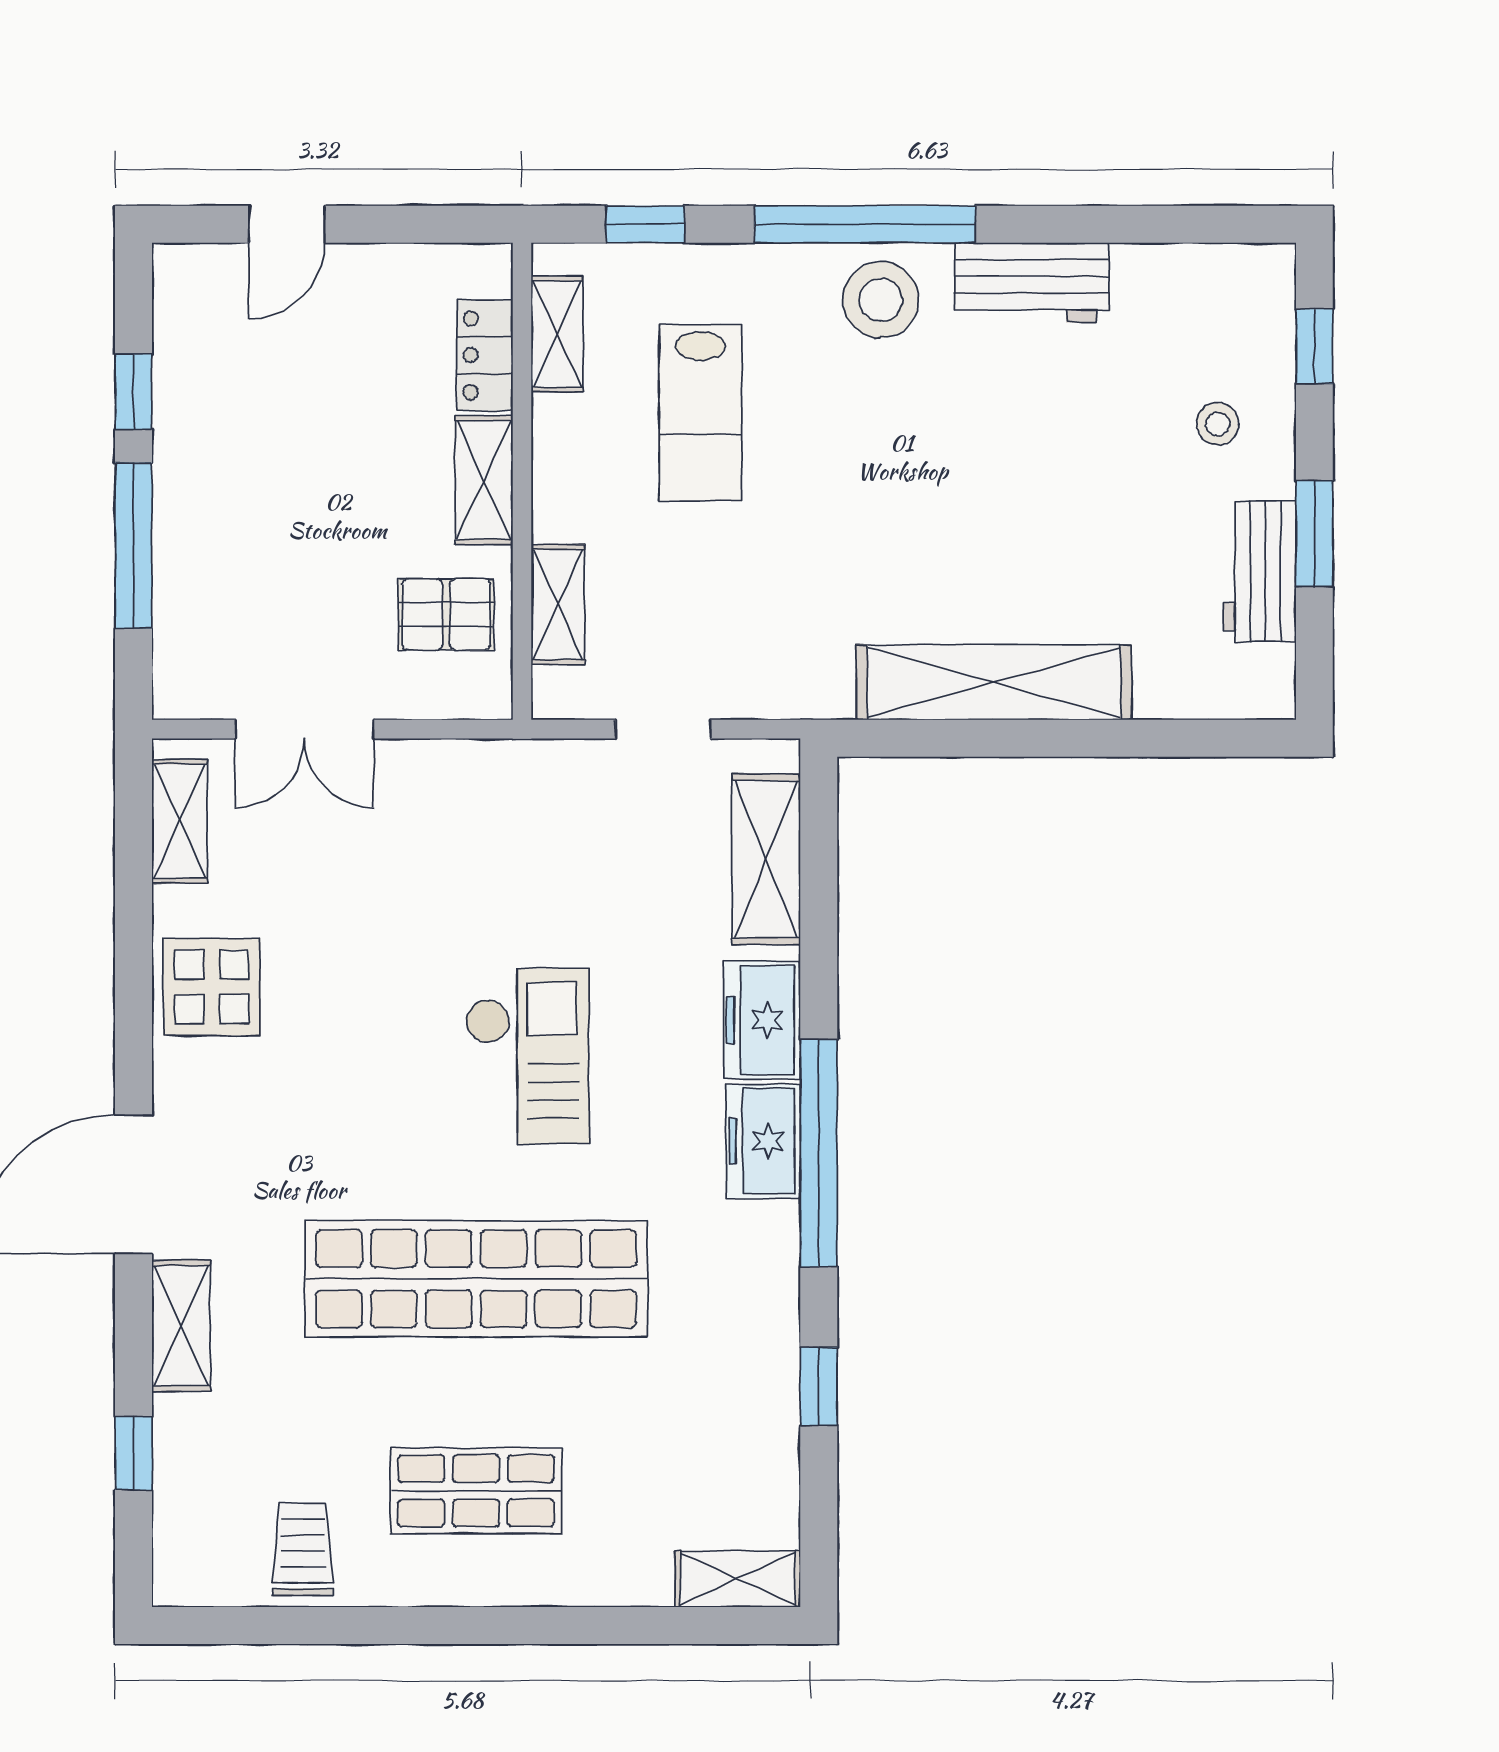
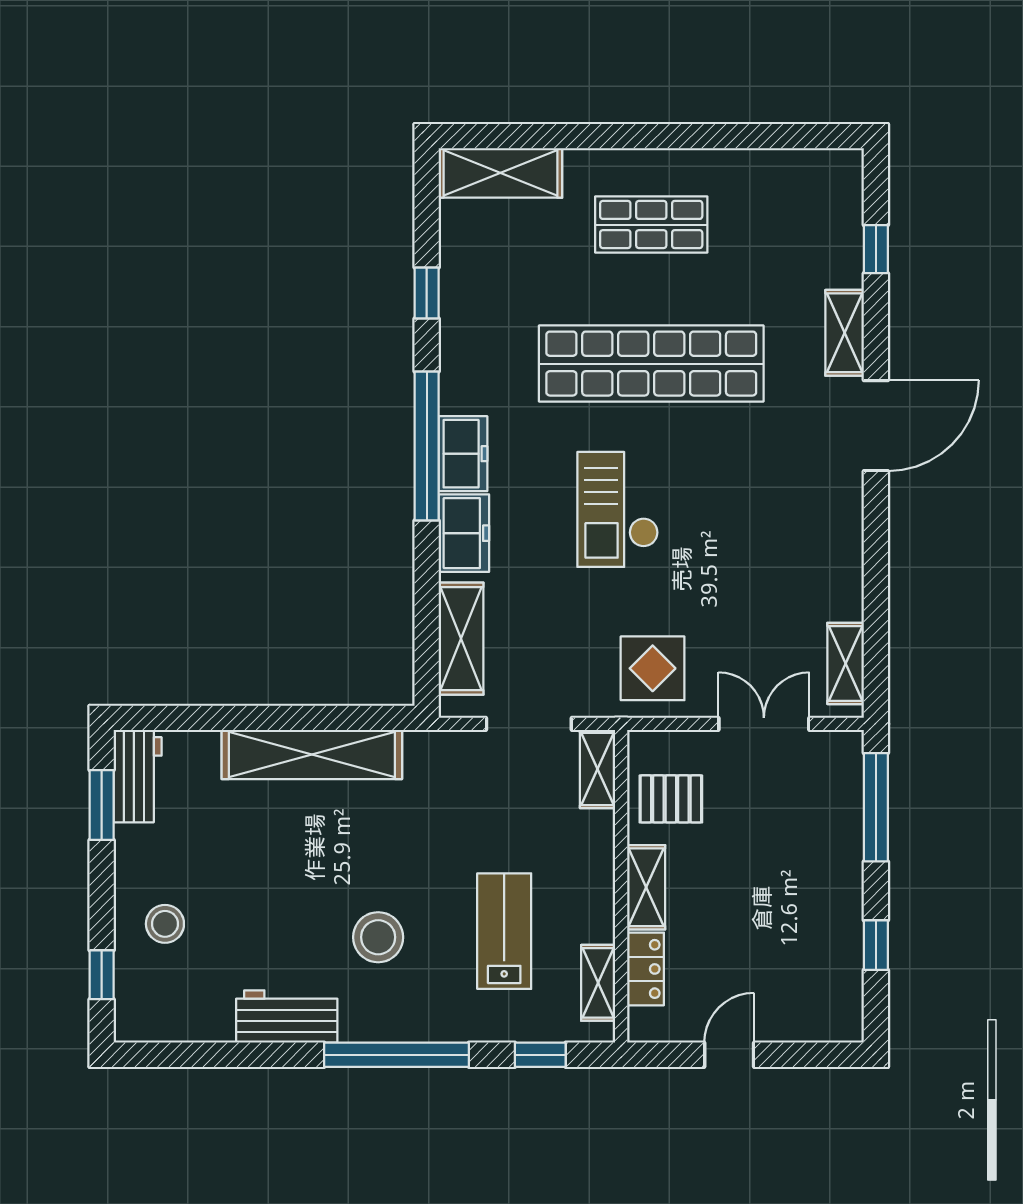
door: (287, 224) -> (729, 1055), moved
stool: (881, 300) -> (378, 937), moved
stool: (1218, 424) -> (165, 924), width x1.37, depth x1.37
window: (1314, 534) -> (102, 805), moved
window: (133, 545) -> (876, 807), moved
workbench: (1260, 571) -> (138, 776), moved
shelving: (558, 604) -> (598, 769), moved
doorway: (663, 729) -> (529, 724), width x1.38
display table: (212, 987) -> (653, 668), moved
trolley: (303, 1549) -> (765, 186), removed
shelving: (738, 1579) -> (500, 173), width x1.50, depth x1.33

